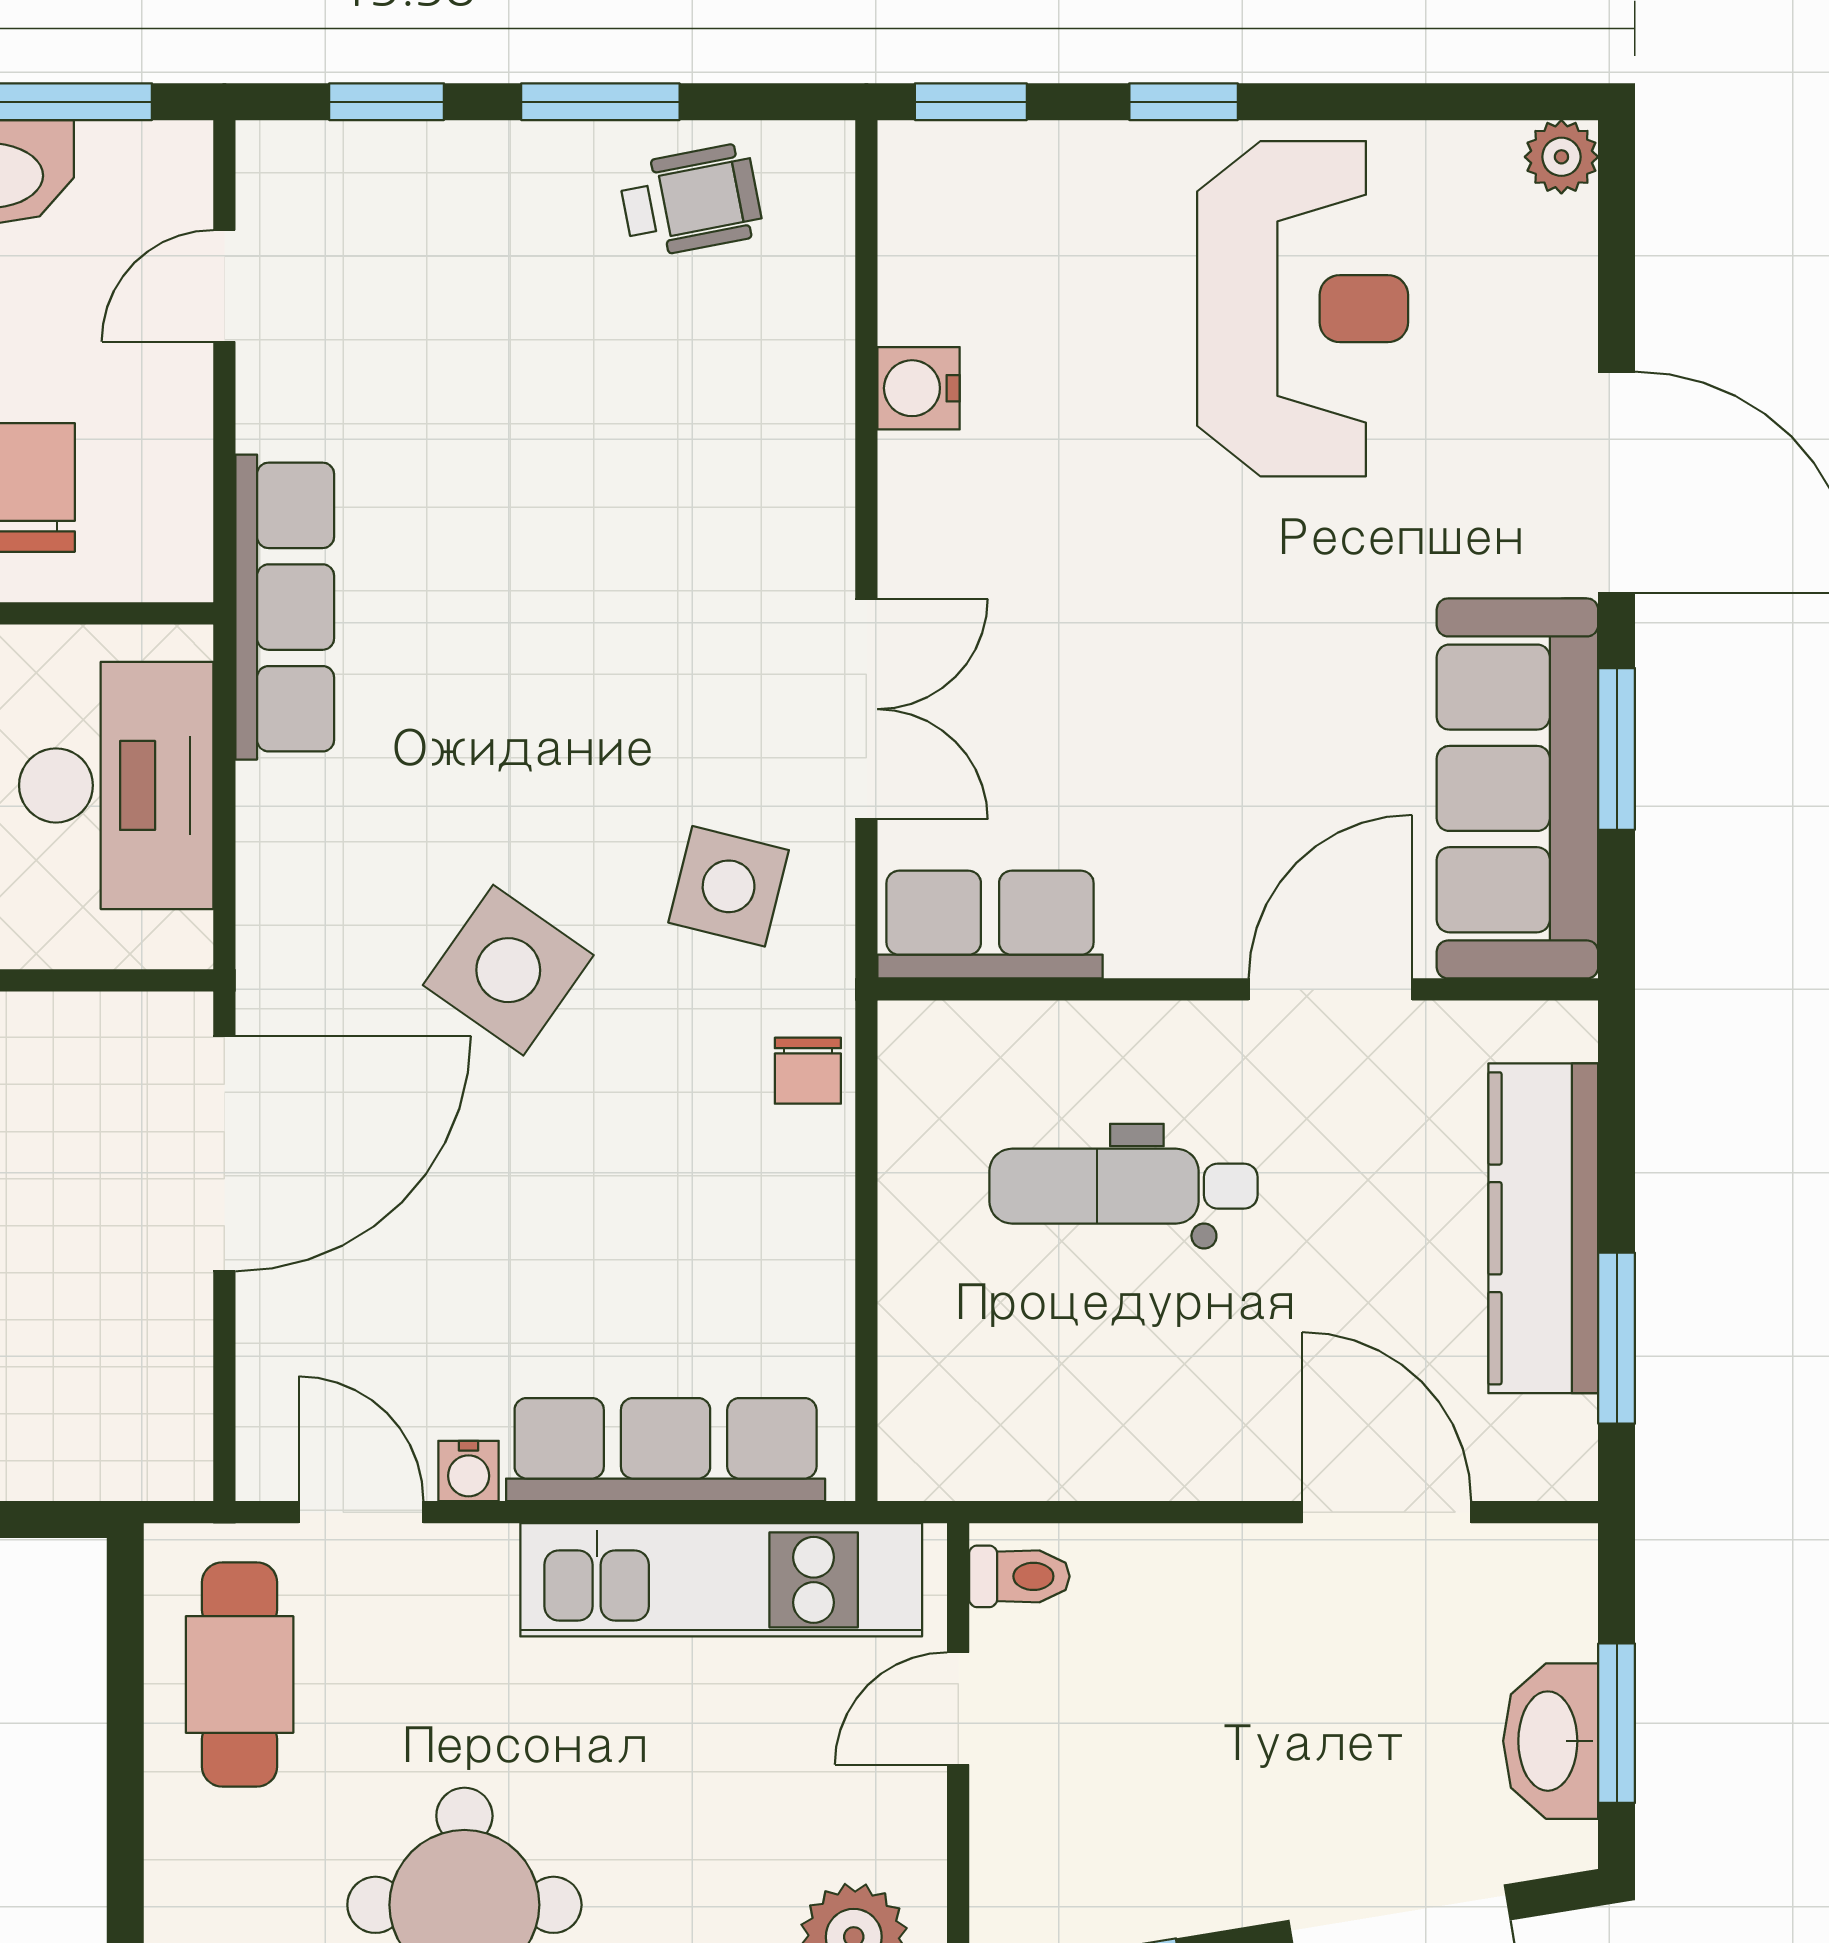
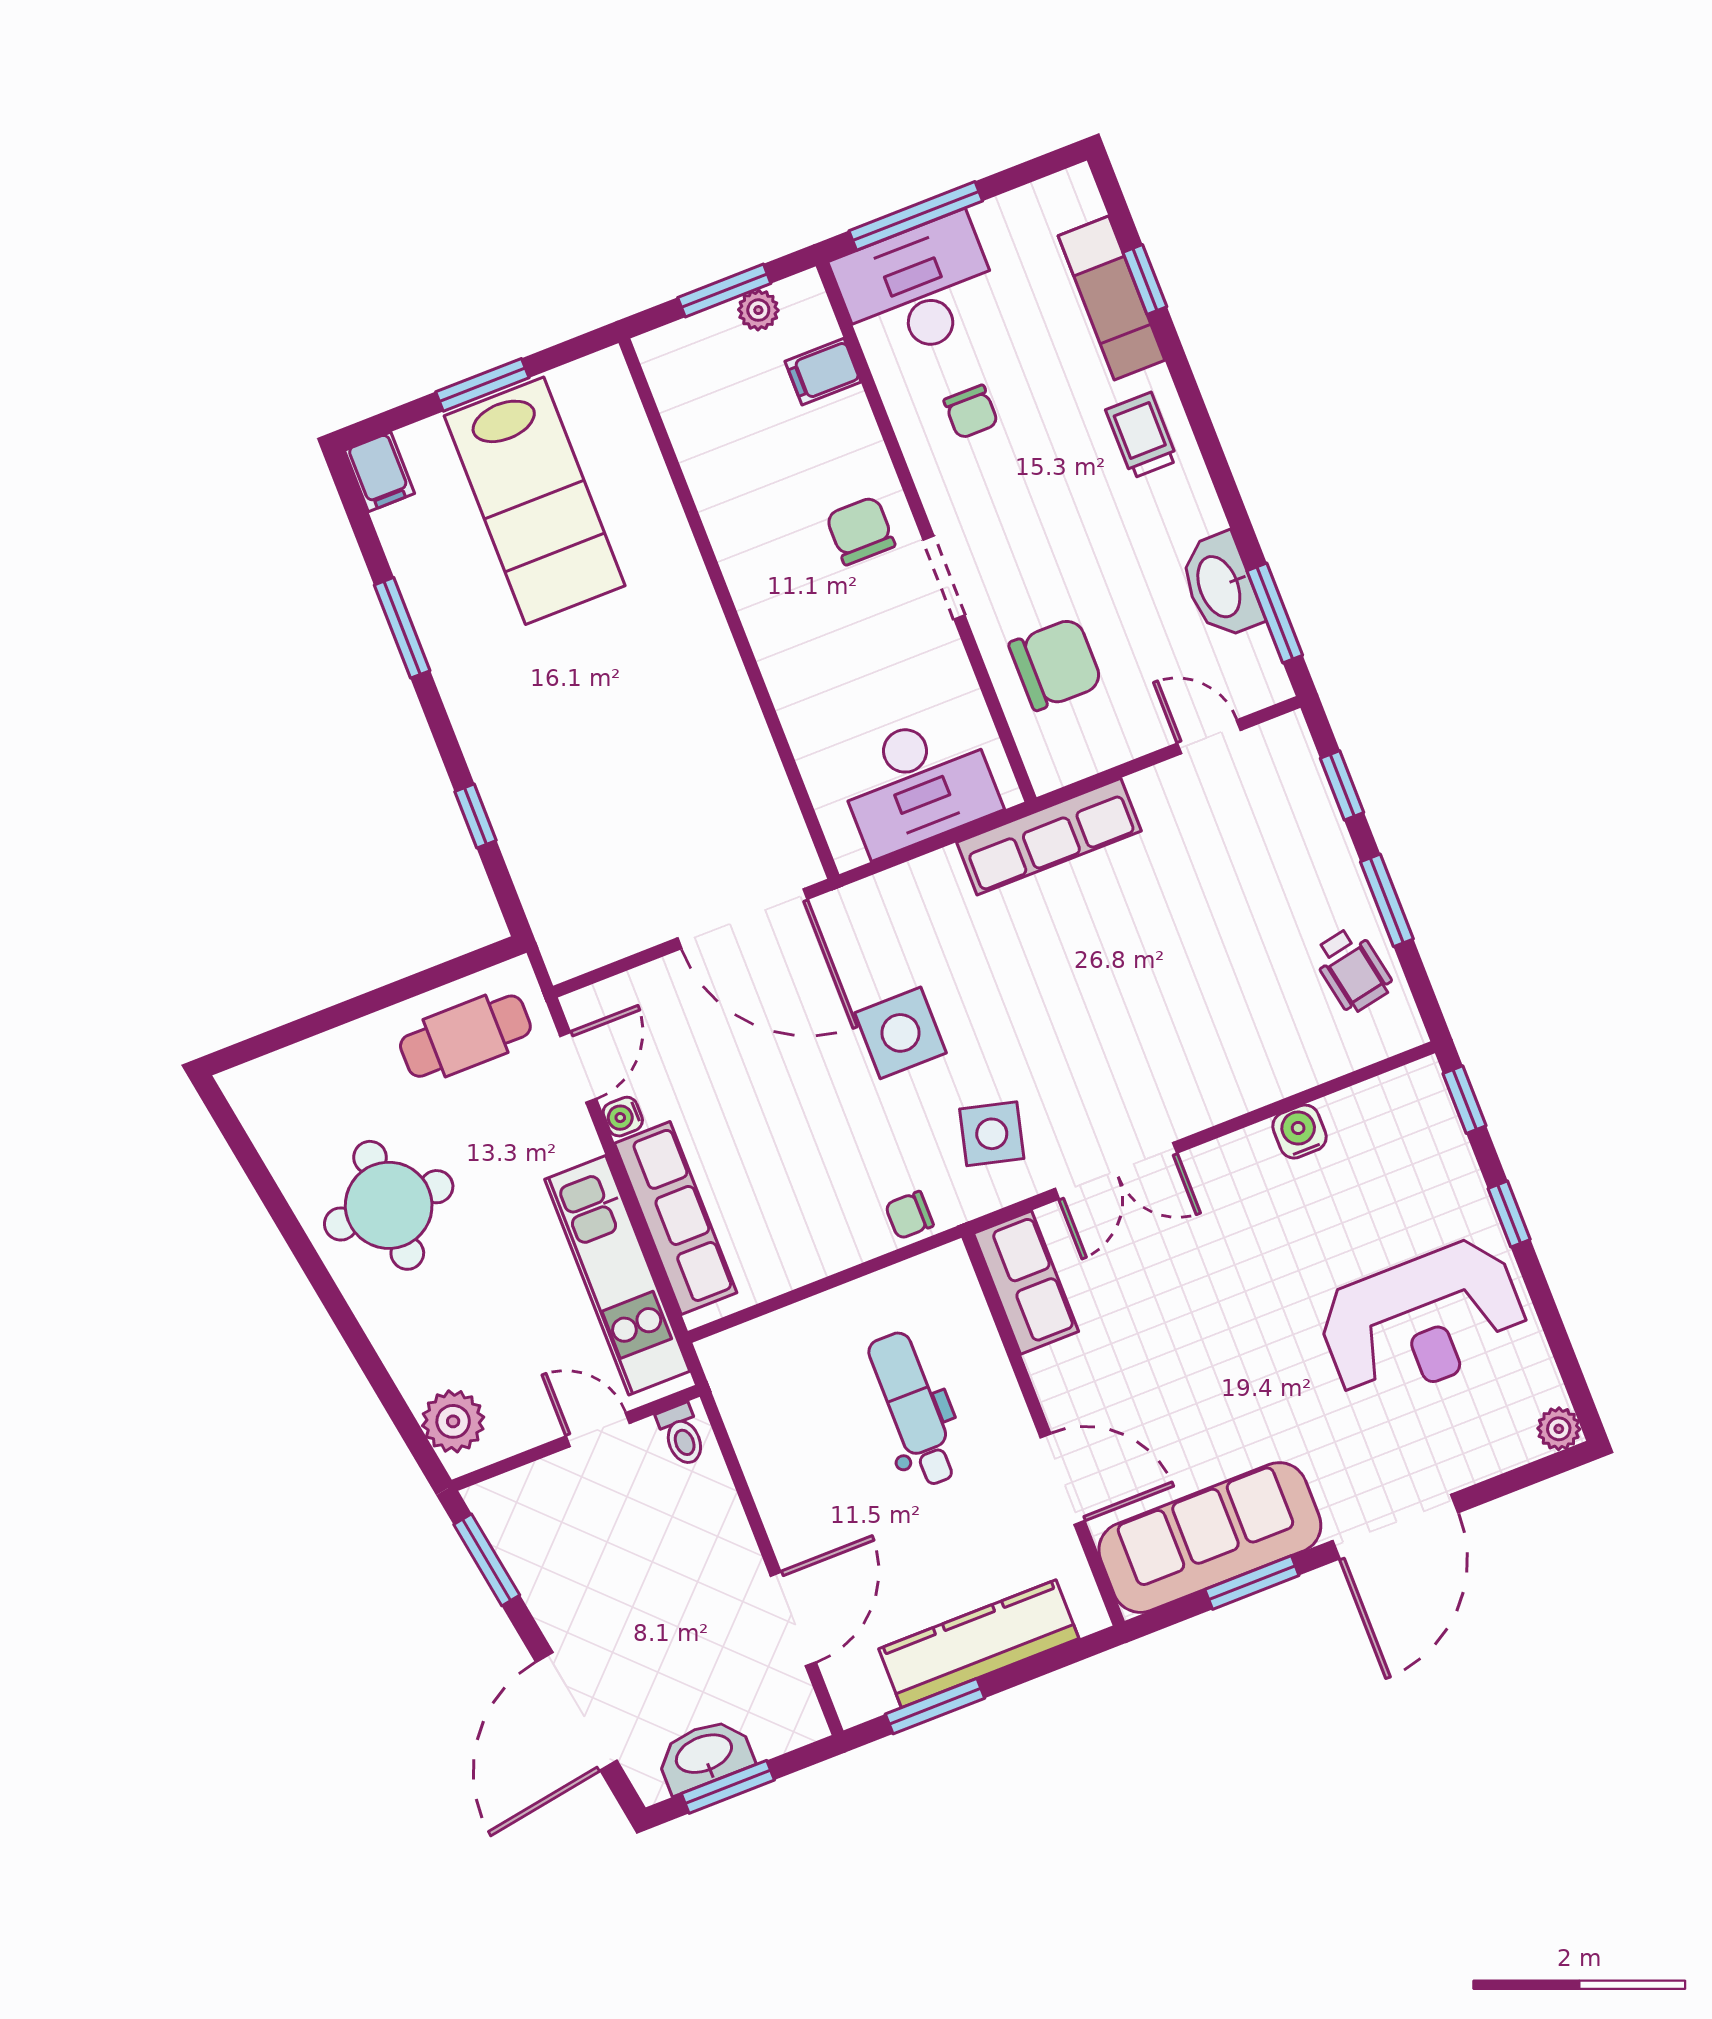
side table: (508, 970) -> (901, 1033), turned -35

